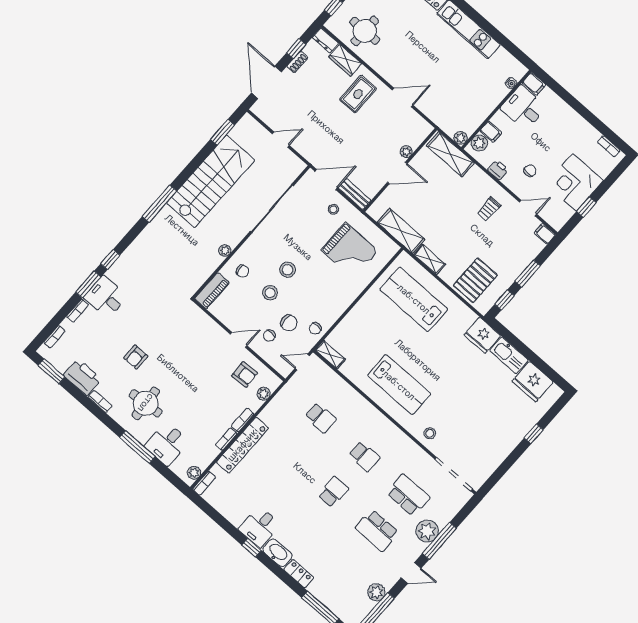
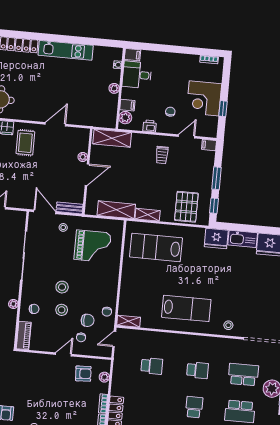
plant: (461, 138) -> (114, 88), moved
door: (326, 180) -> (45, 212), hinge flipped

